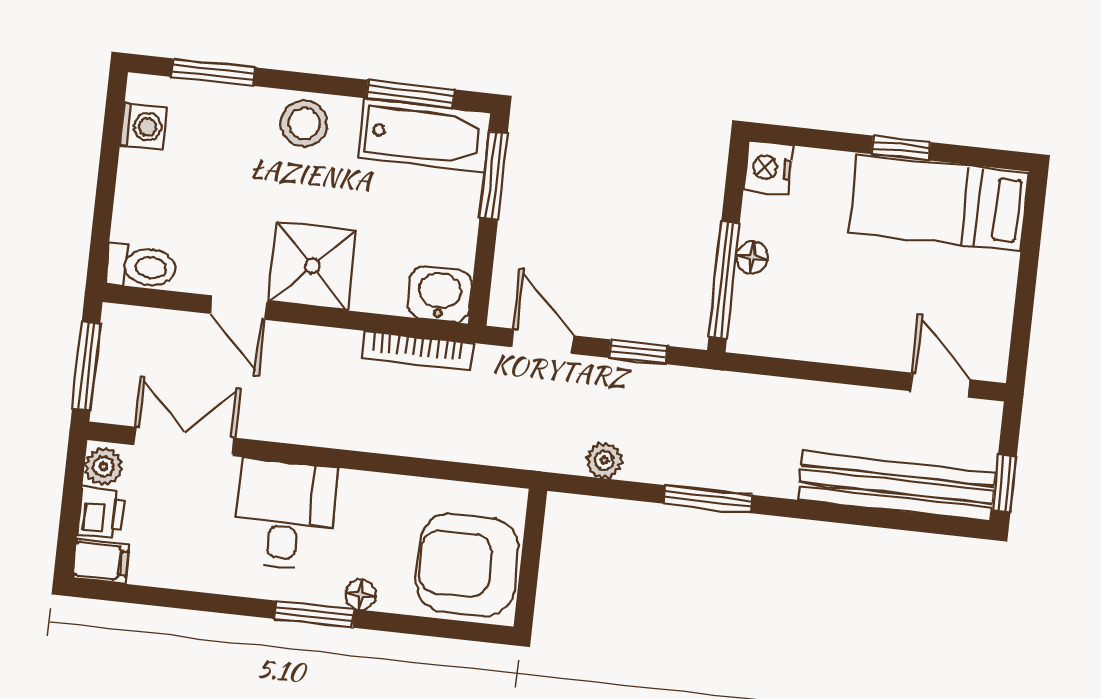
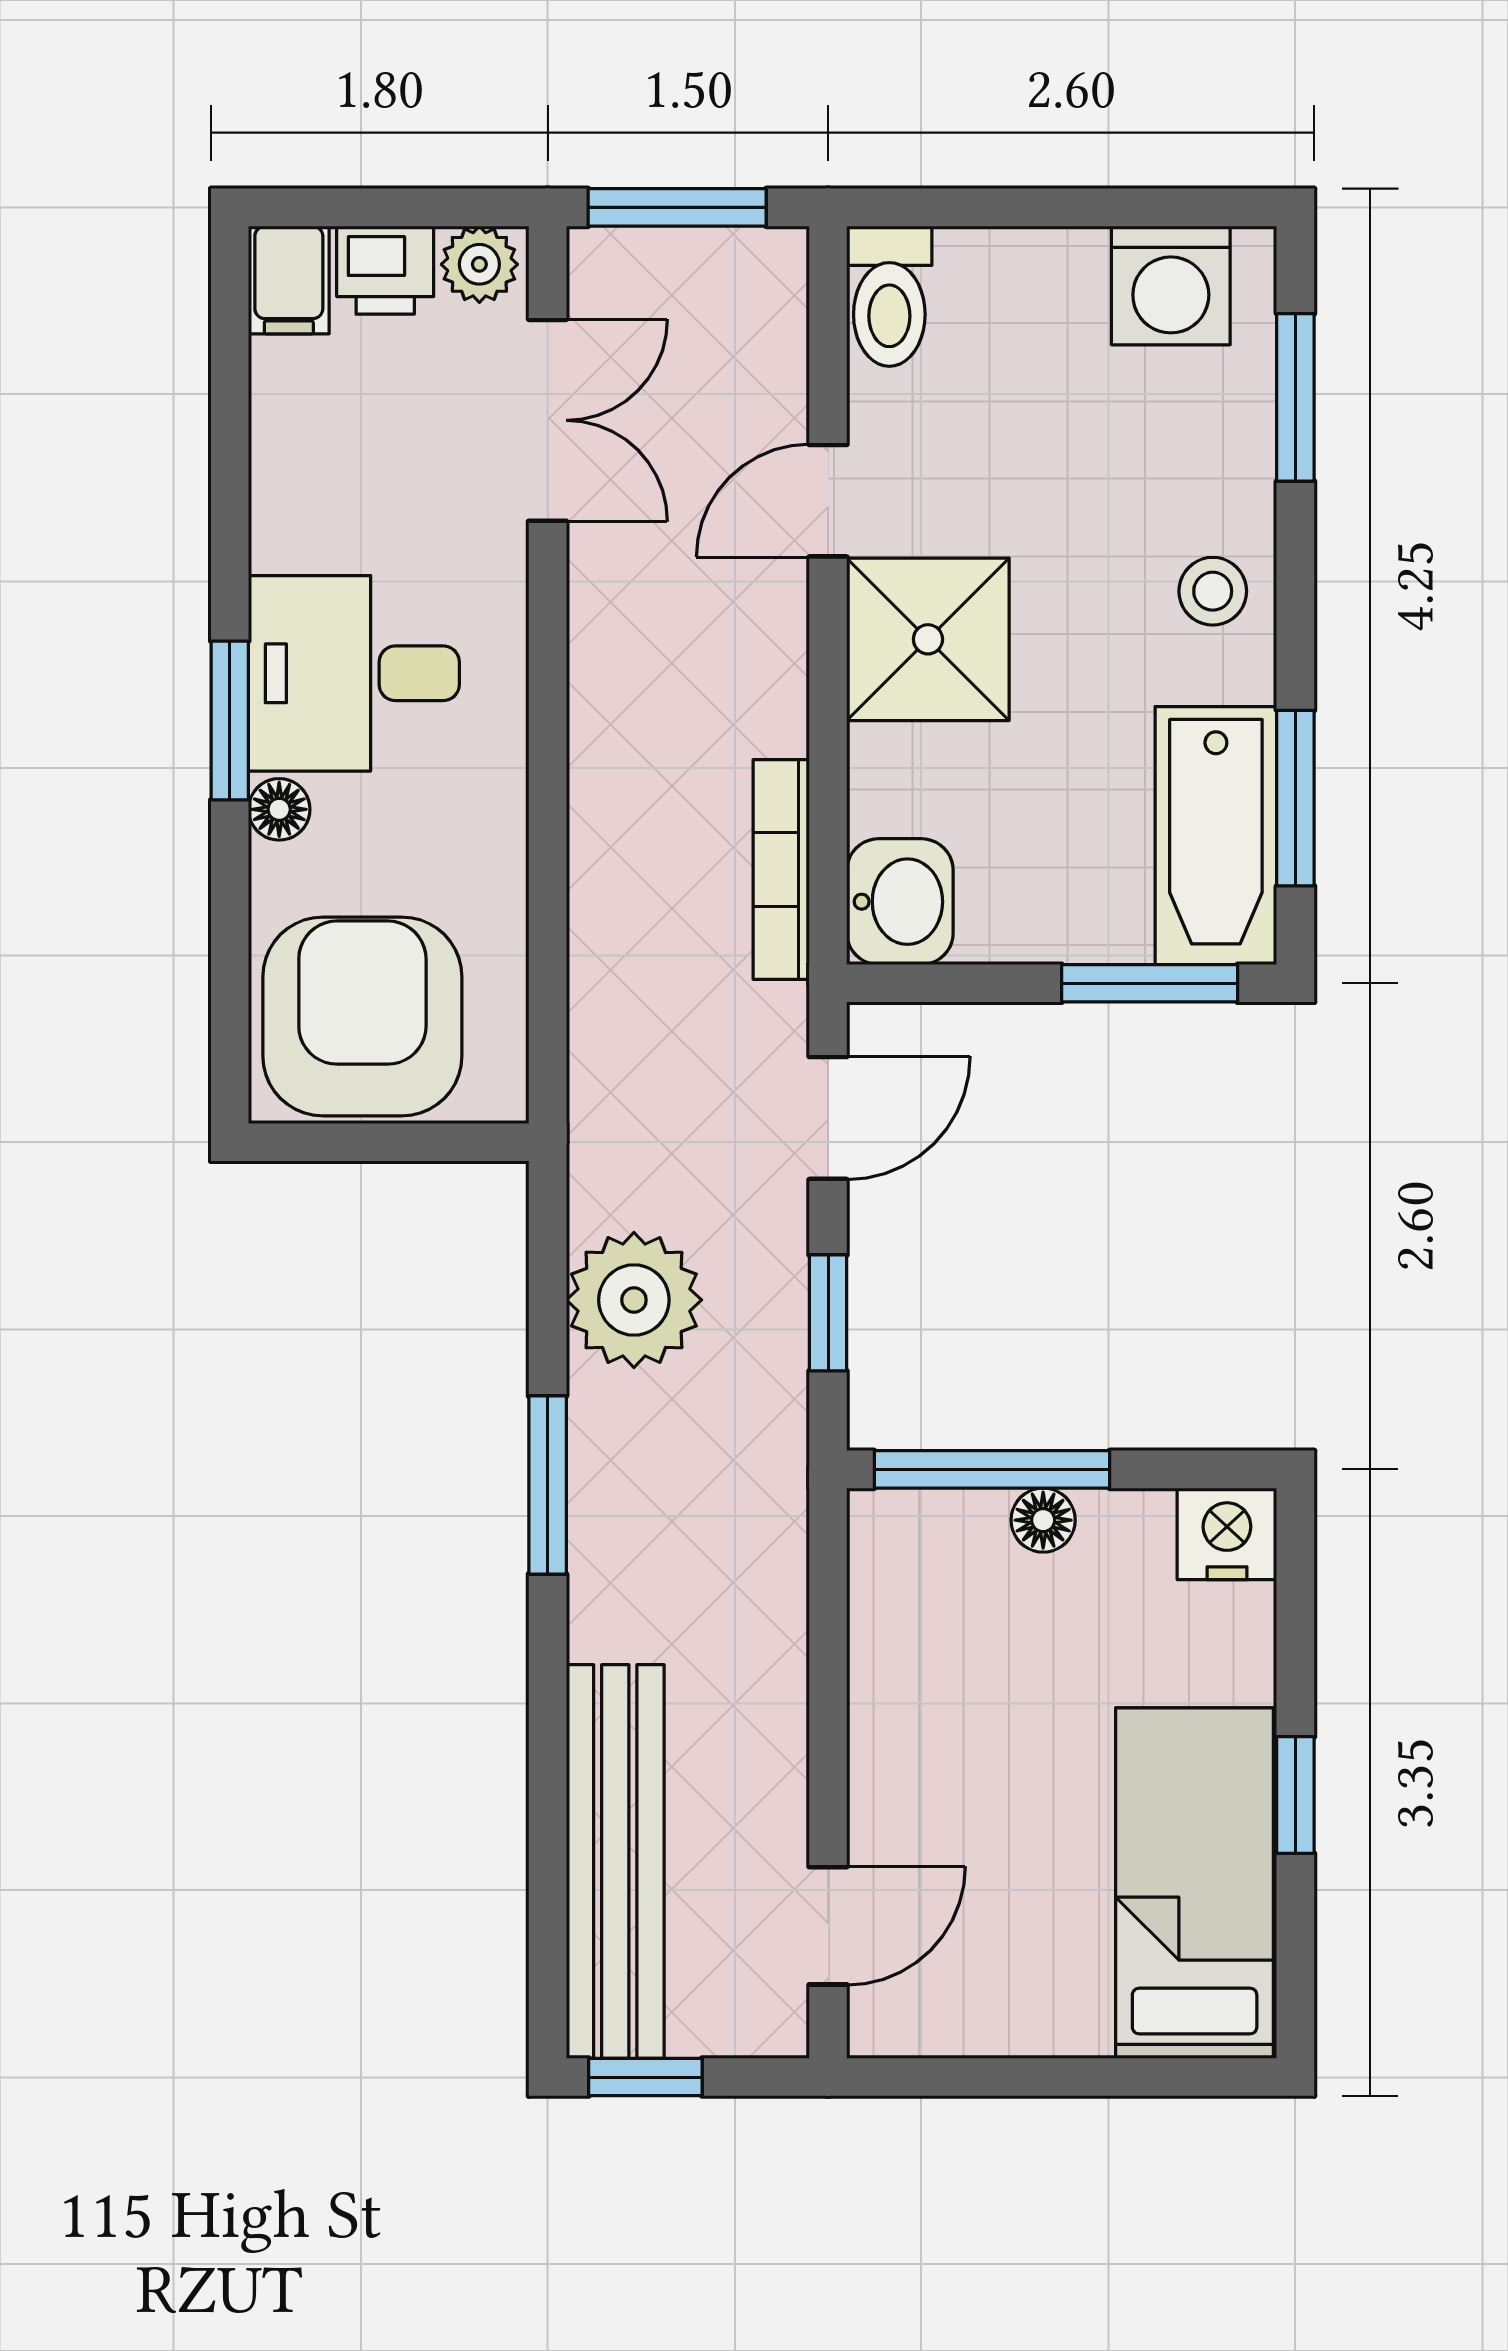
stool: (304, 123) -> (1213, 591), width x0.73, depth x0.73
washing machine: (143, 126) -> (1171, 285), width x1.38, depth x1.38
plant: (604, 460) -> (634, 1300), width x1.88, depth x1.88
desk: (285, 514) -> (354, 673), moved, turned 180

